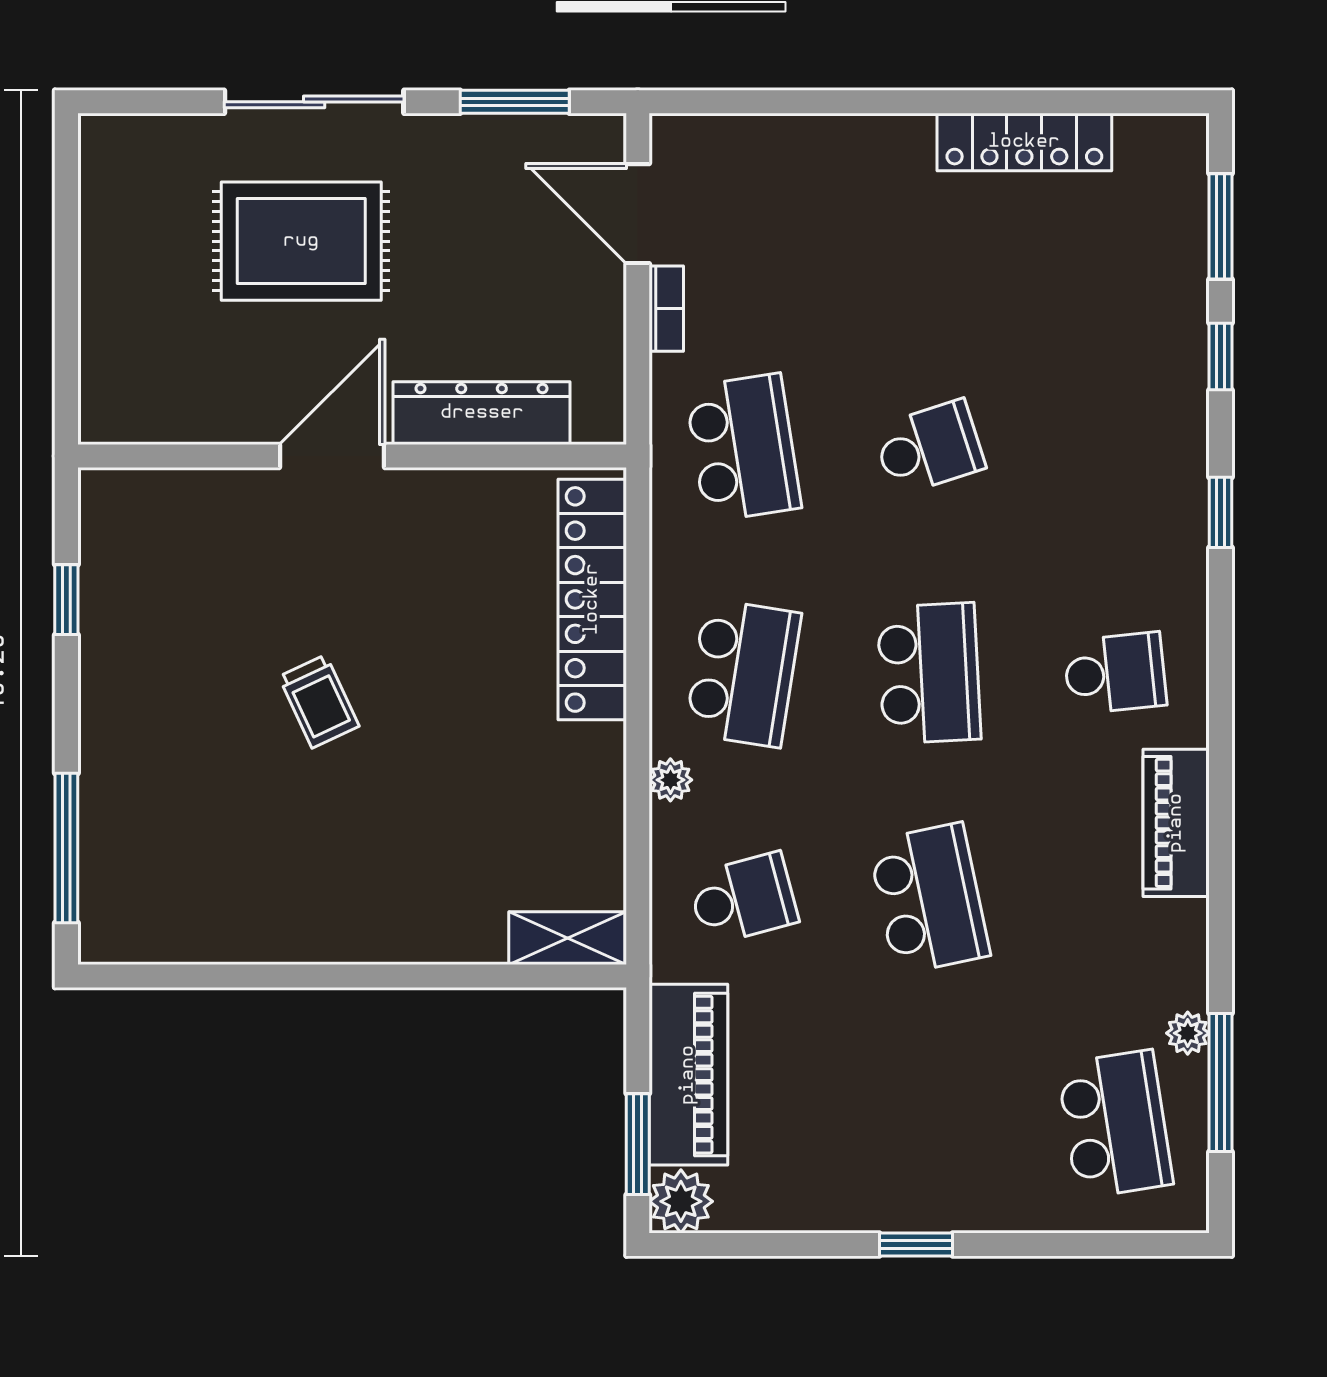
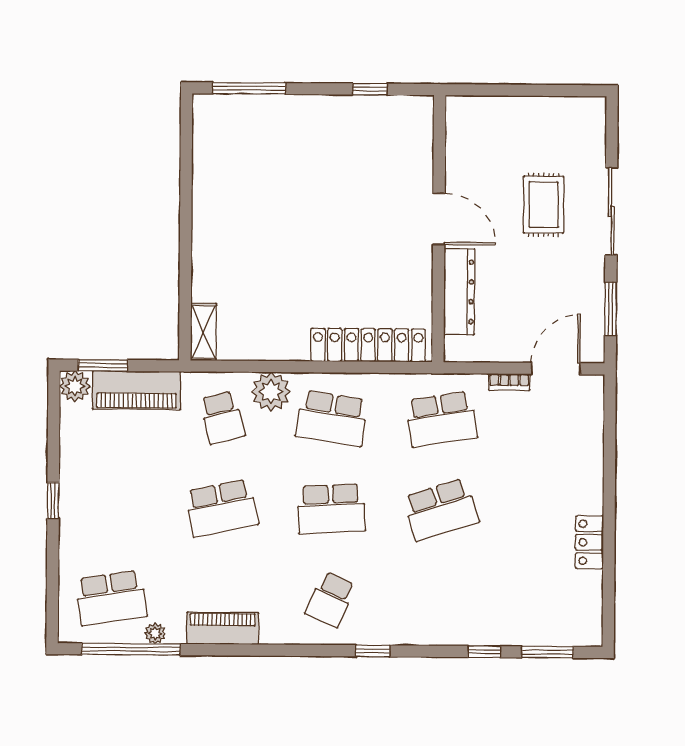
locker: (1024, 142) -> (589, 542), width x0.66
rug: (301, 241) -> (544, 205), width x0.73, depth x0.70
school desk: (929, 448) -> (441, 510), width x1.85
window: (1220, 512) -> (373, 651), moved
school desk: (1115, 673) -> (330, 599), turned 30
trolley: (319, 701) -> (319, 212), removed
plant: (670, 780) -> (271, 392), width x1.88, depth x1.88
piano: (1176, 823) -> (223, 628), moved
window: (1220, 1083) -> (131, 649), width x1.46

